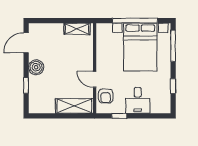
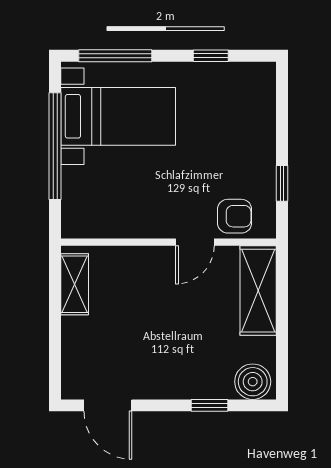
bed with nightstands: (140, 47) -> (118, 116), width x0.73
boiler: (36, 67) -> (253, 382), moved
desk: (138, 100) -> (245, 140), removed

